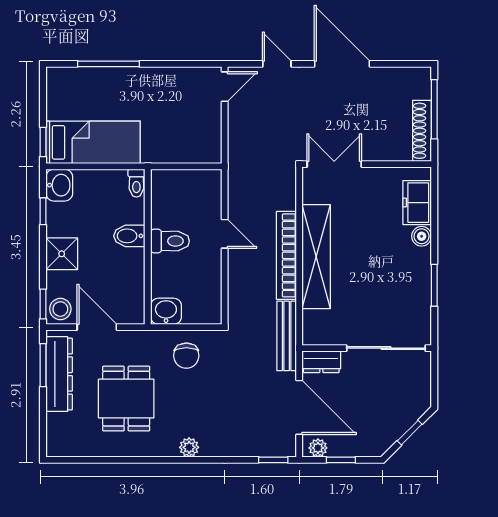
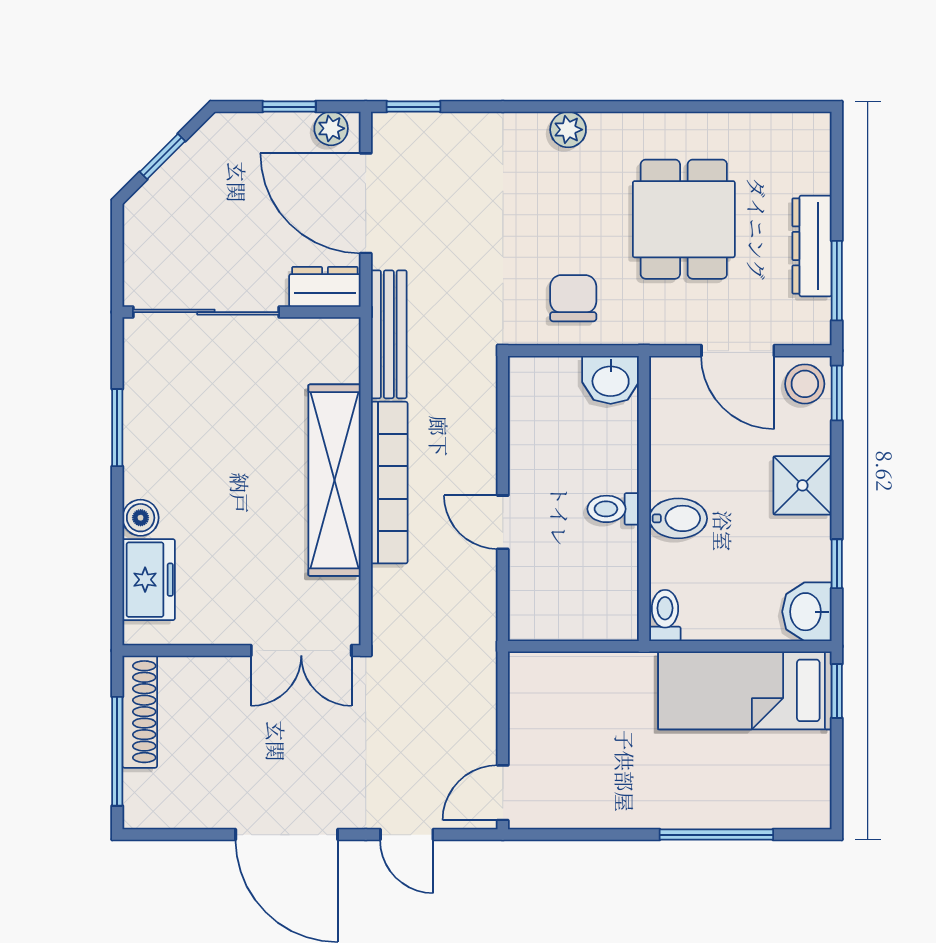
toilet: (170, 241) -> (613, 509), width x0.73, depth x0.72
dresser: (59, 374) -> (812, 246), width x0.73, depth x0.80

